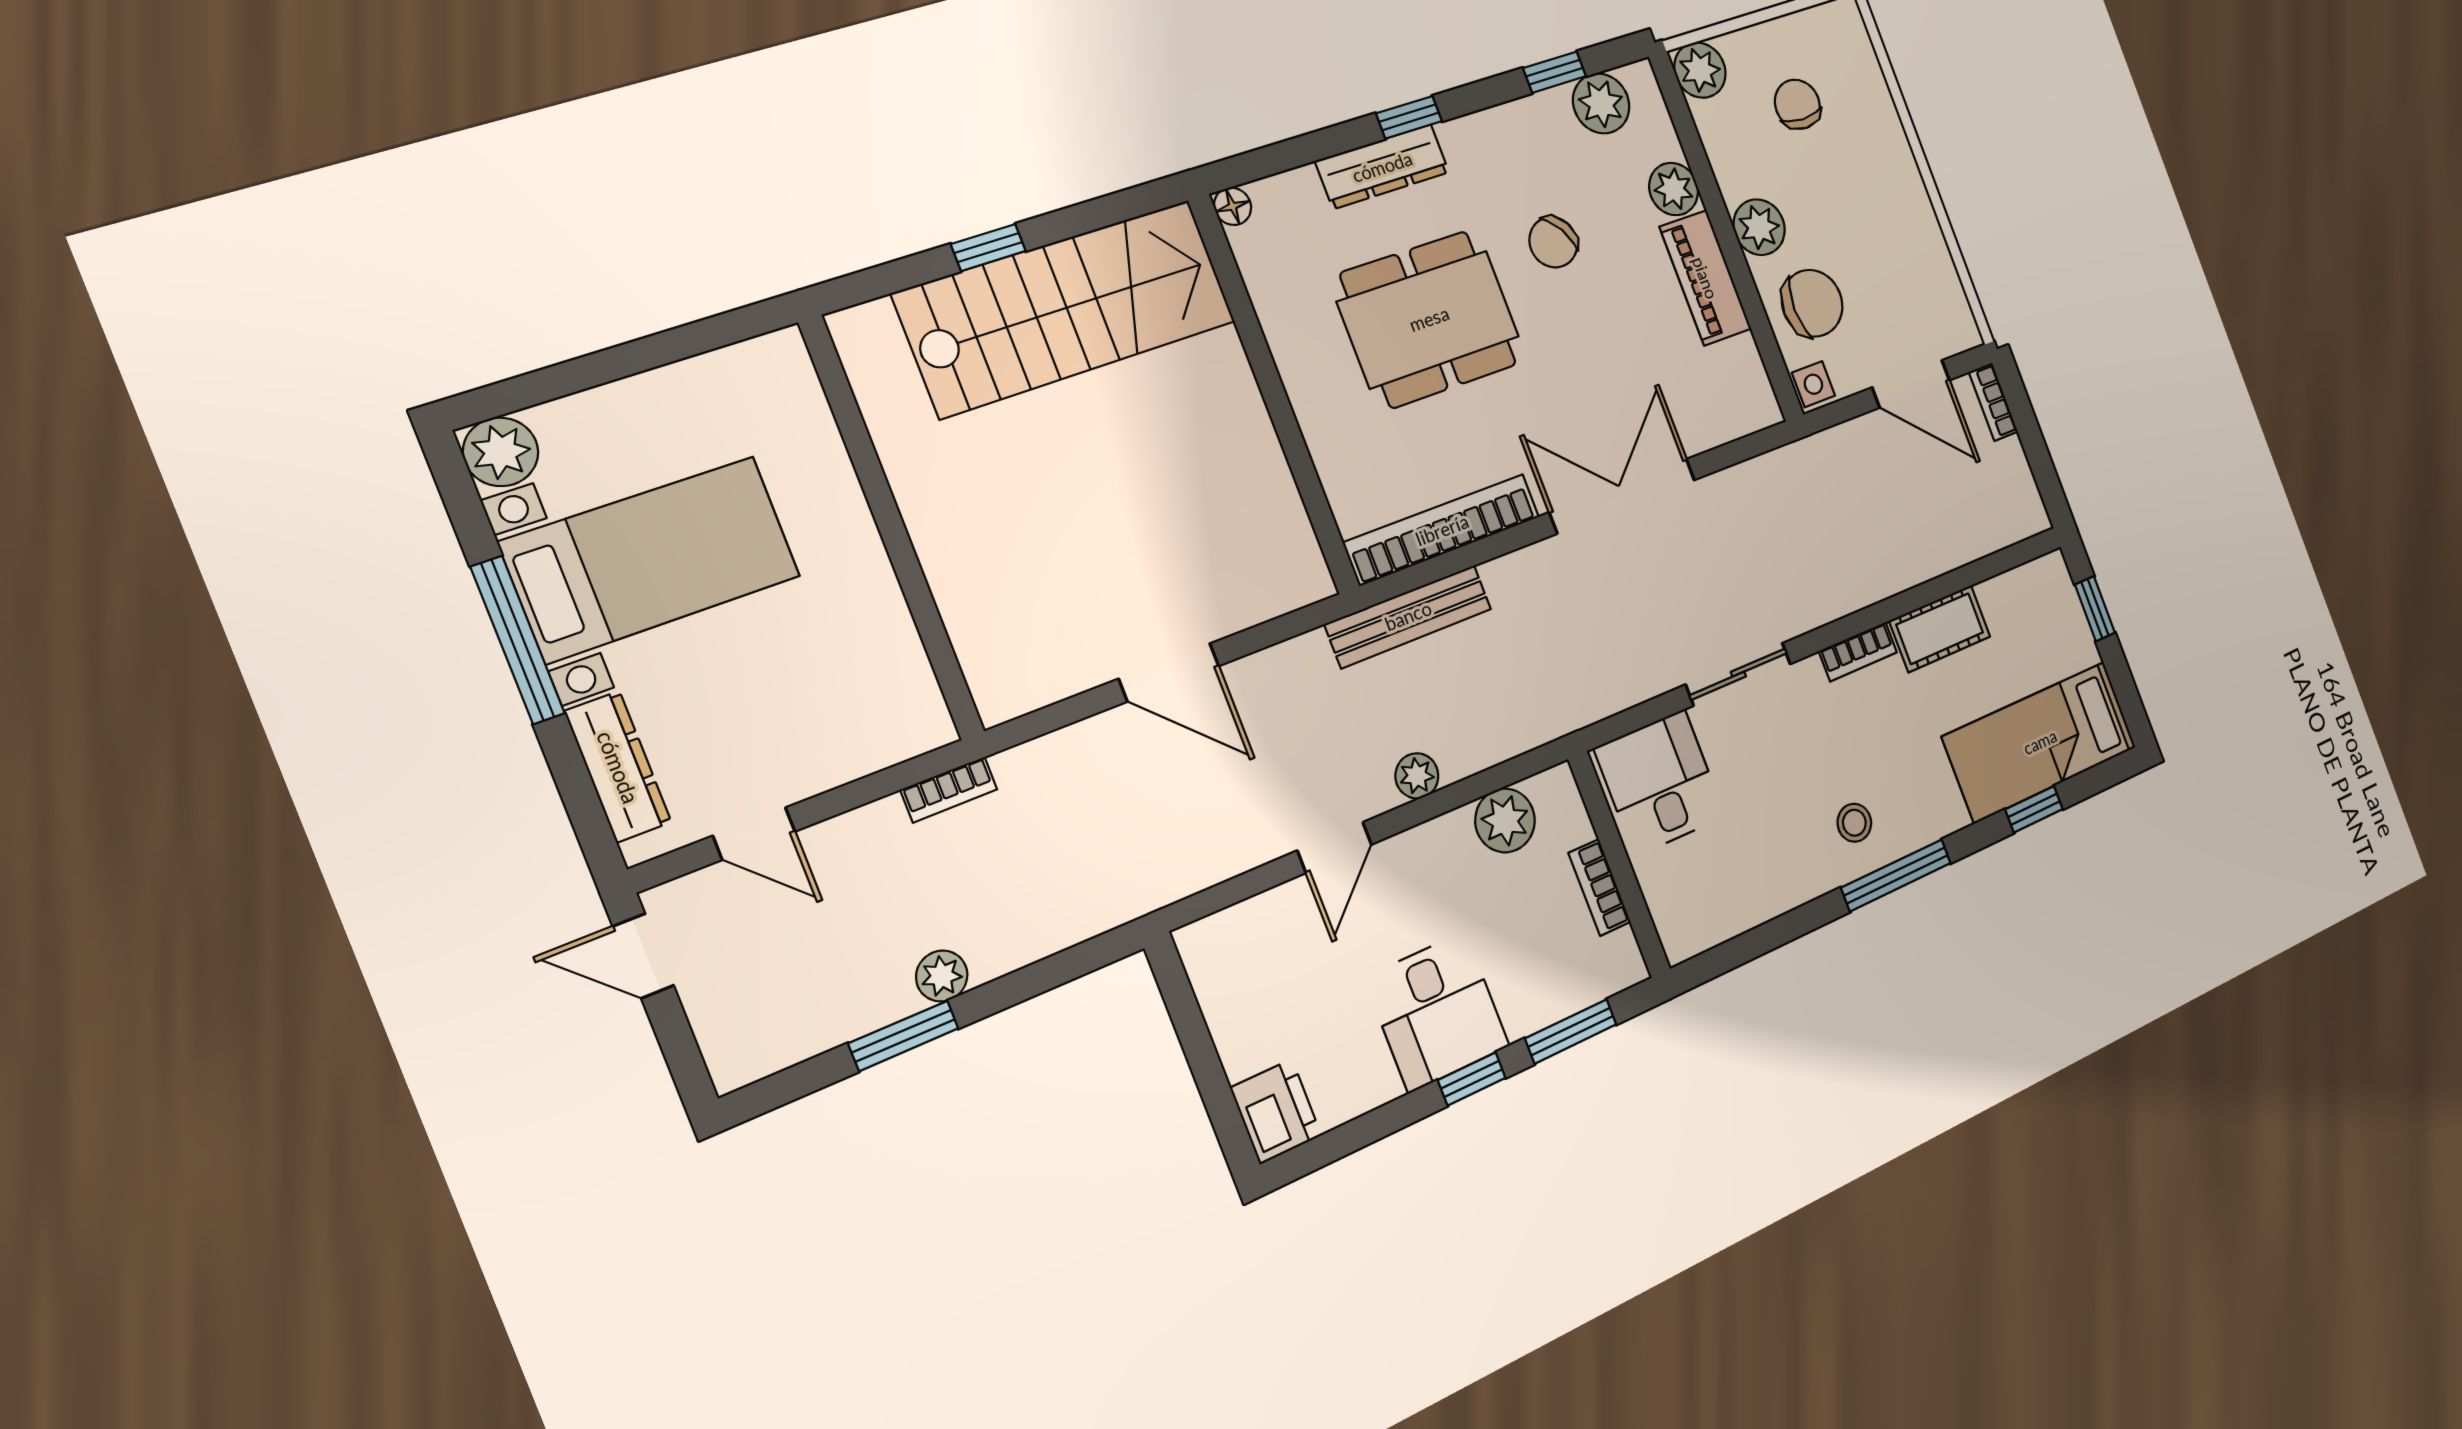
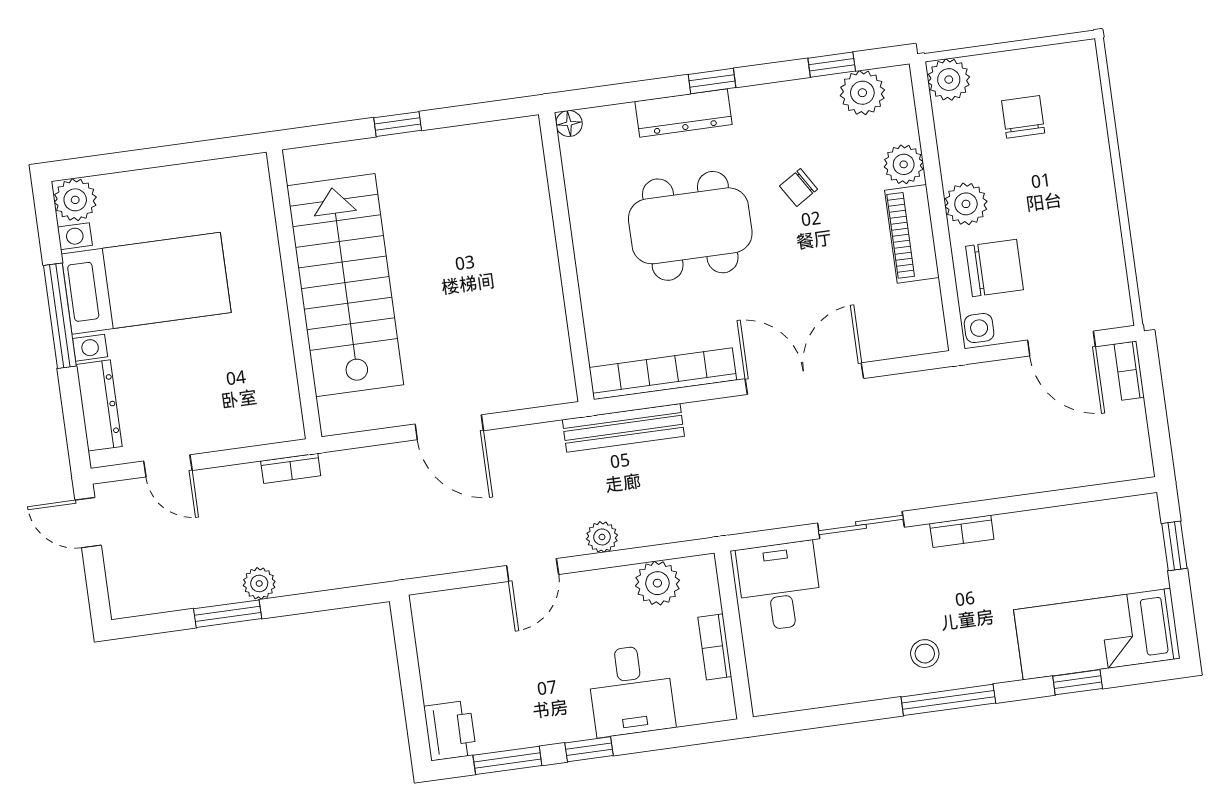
chair: (1553, 242) -> (799, 188), width x0.73, depth x0.73
stairs: (1067, 308) -> (345, 285), moved, turned -90
cot: (1940, 629) -> (1035, 530), removed
desk: (1437, 1012) -> (631, 690), moved
window: (1571, 1031) -> (507, 760), moved

